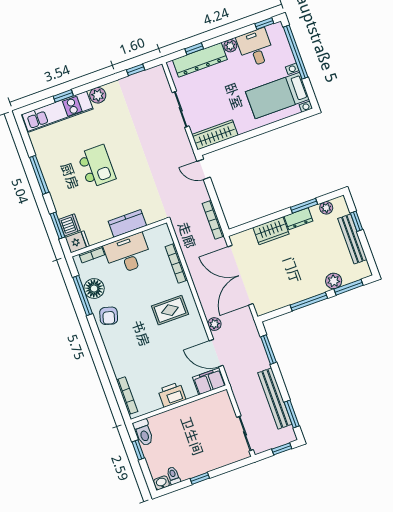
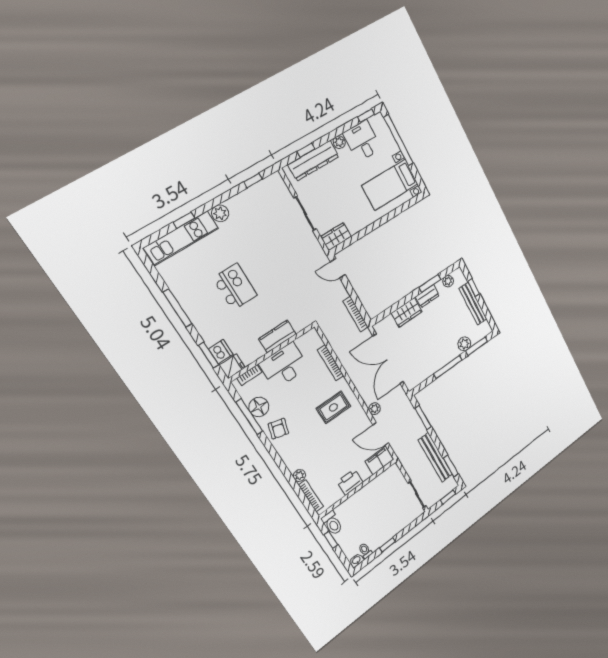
wardrobe: (215, 135) -> (336, 237), width x0.67
plant: (120, 370) -> (299, 476), added

